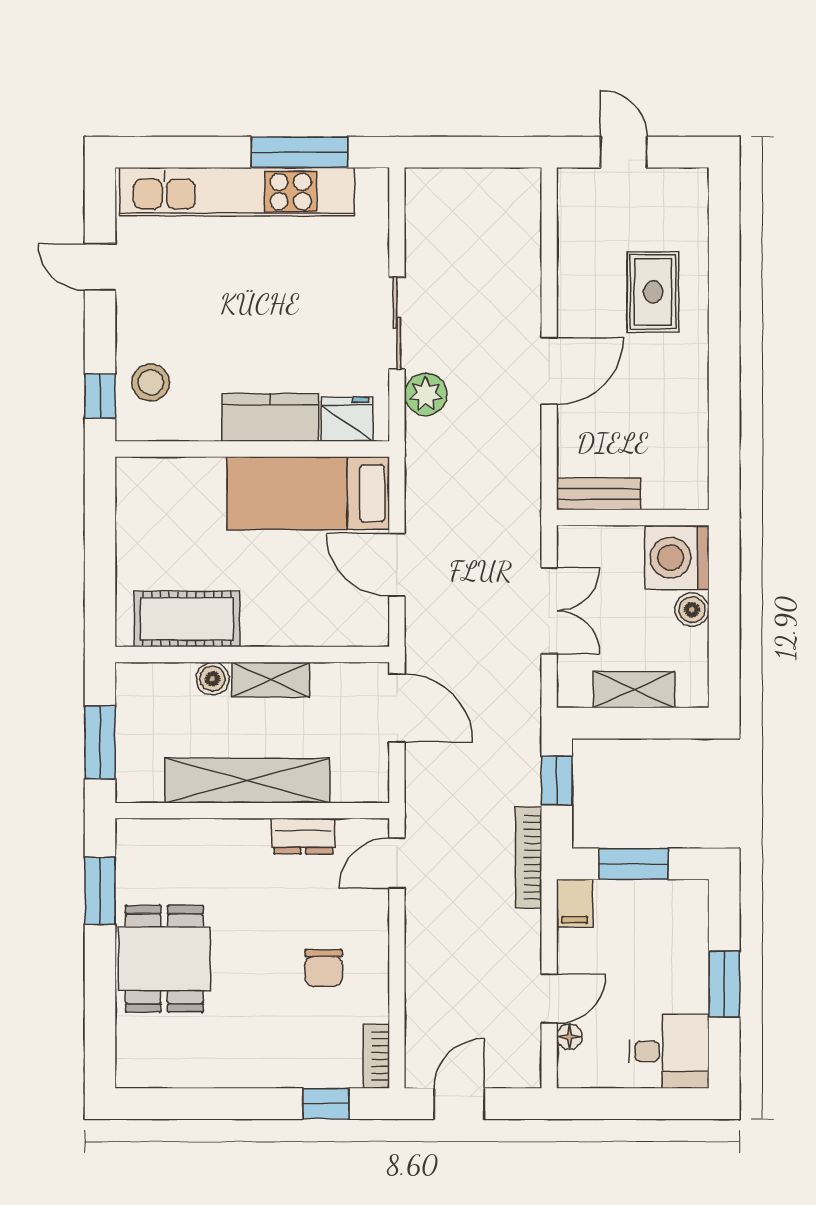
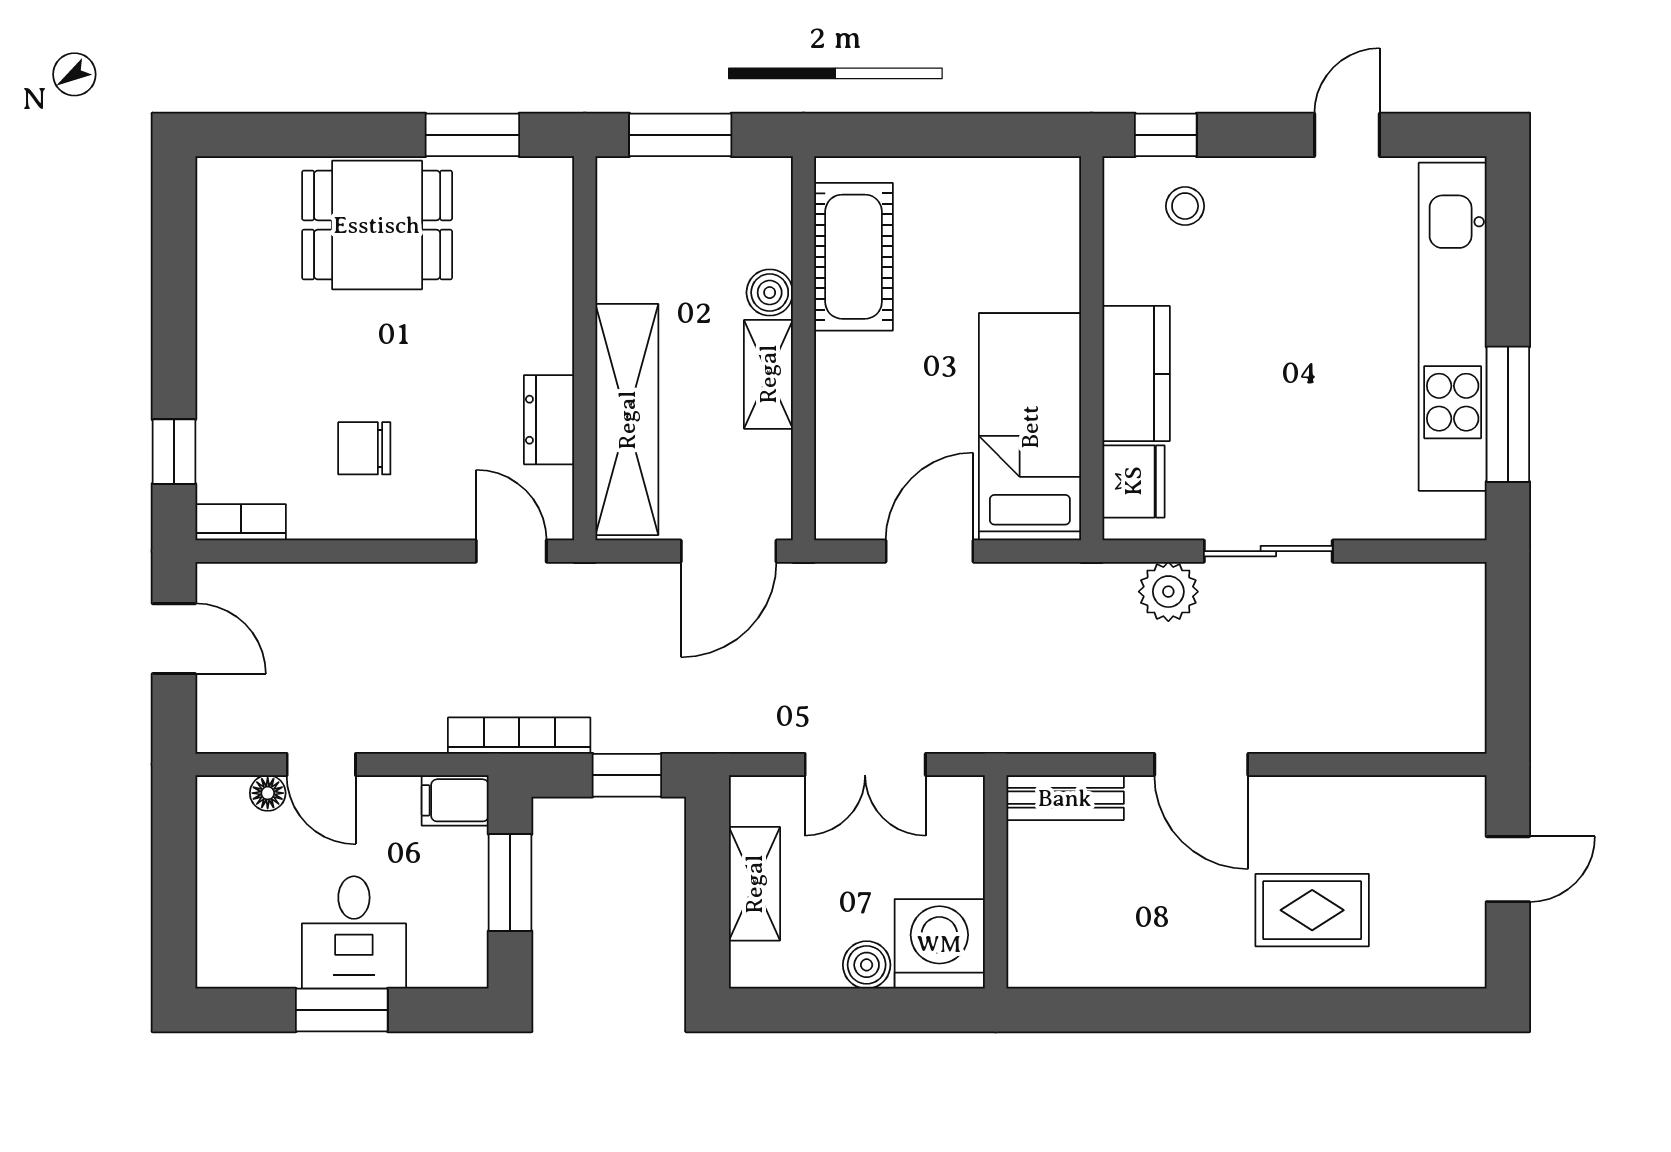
stool: (151, 382) -> (1185, 206), width x0.73, depth x0.73
bench: (599, 494) -> (1065, 798), moved, turned 90
shelving: (247, 781) -> (627, 420), moved
desk: (669, 1051) -> (354, 932), moved

